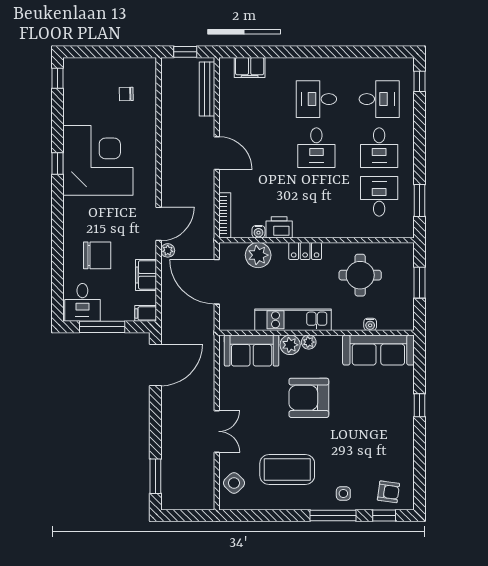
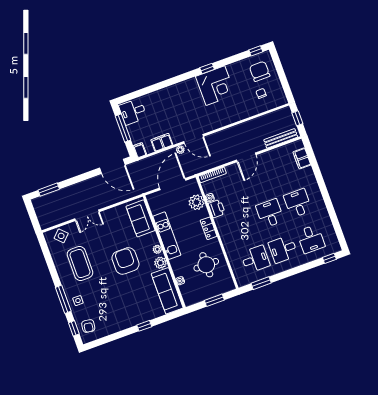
desk: (316, 148) -> (270, 213), turned 90
corner desk: (98, 160) -> (215, 86), width x0.74, depth x0.74
chair: (97, 255) -> (260, 71), moved, turned 180
plant: (290, 345) -> (160, 263), moved

